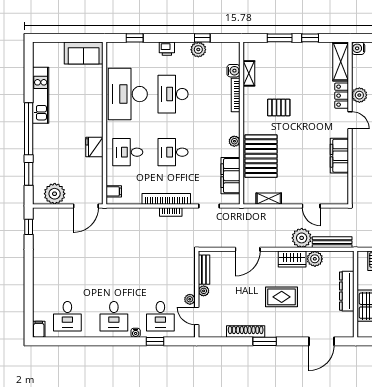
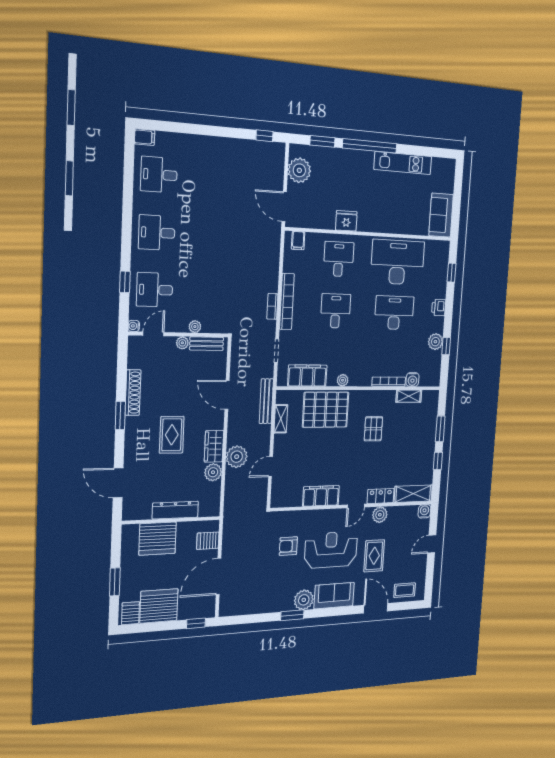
bench: (332, 242) -> (266, 401), moved
plant: (190, 299) -> (195, 327), moved
water cooler: (136, 333) -> (134, 326), moved

